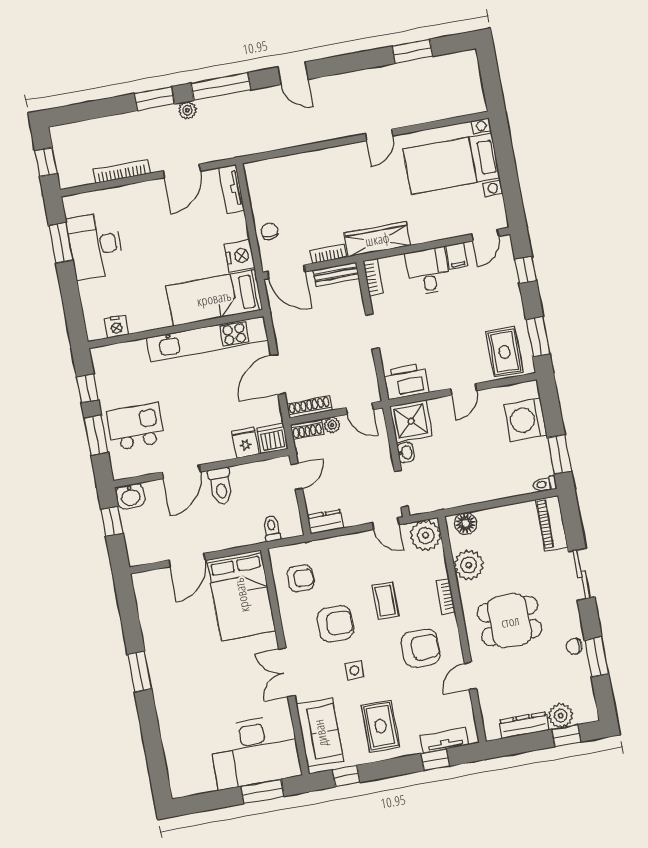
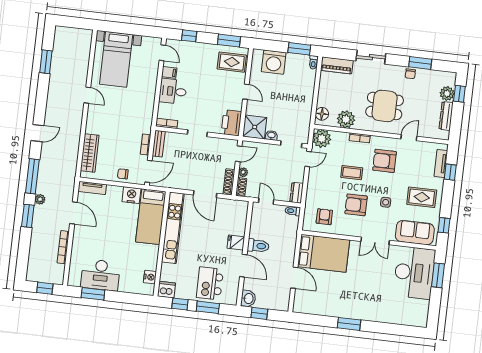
wardrobe: (377, 239) -> (90, 153), moved, turned 180
dishwasher: (272, 439) -> (166, 290), moved, turned 90
fridge: (245, 443) -> (236, 242), moved
toilet: (272, 529) -> (293, 211), moved
dining table: (510, 621) -> (385, 106), turned 90
armchair: (335, 624) -> (356, 205), turned -90
armchair: (421, 648) -> (385, 161), turned -90
door: (470, 676) -> (409, 138), swing flipped

